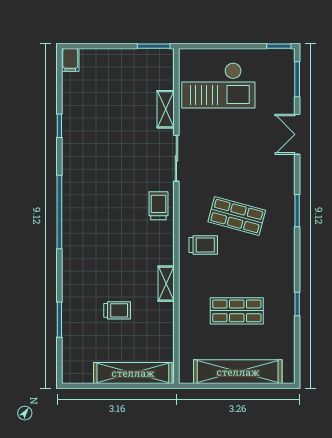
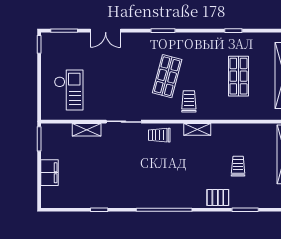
filing cabinet: (70, 60) -> (50, 173), moved, width x2.00
checkout: (218, 85) -> (69, 90), width x0.73, depth x0.83
pallet: (76, 283) -> (218, 197), added
shelving: (166, 284) -> (197, 129), moved

